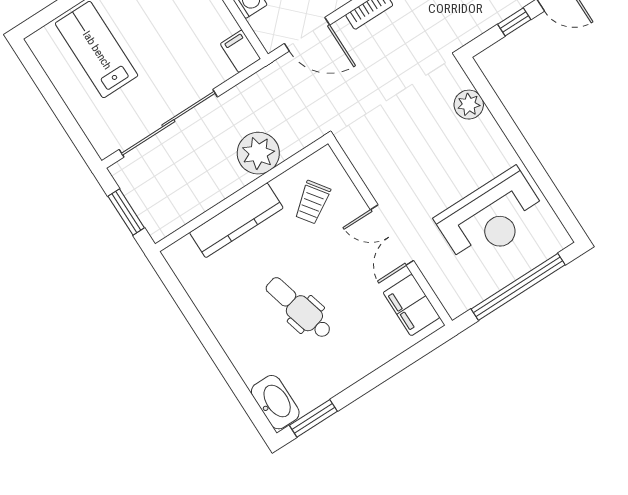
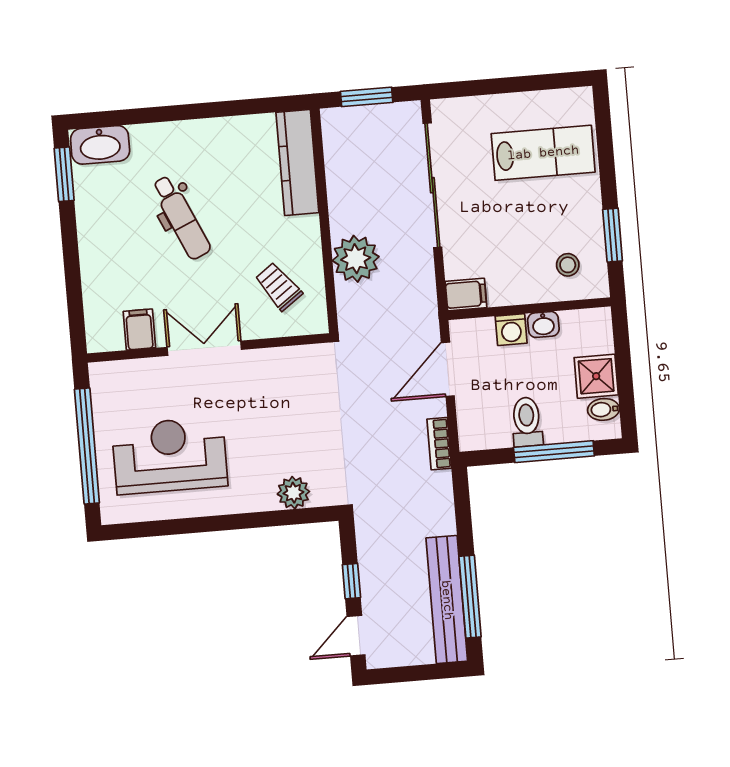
reception desk: (491, 218) -> (170, 456), turned 90
kitchen counter: (236, 220) -> (297, 162), moved
filing cabinet: (411, 305) -> (139, 330), width x0.50
dental chair: (299, 308) -> (181, 218), turned 81

